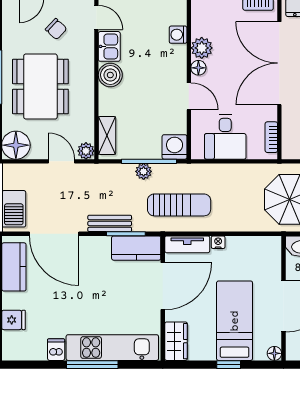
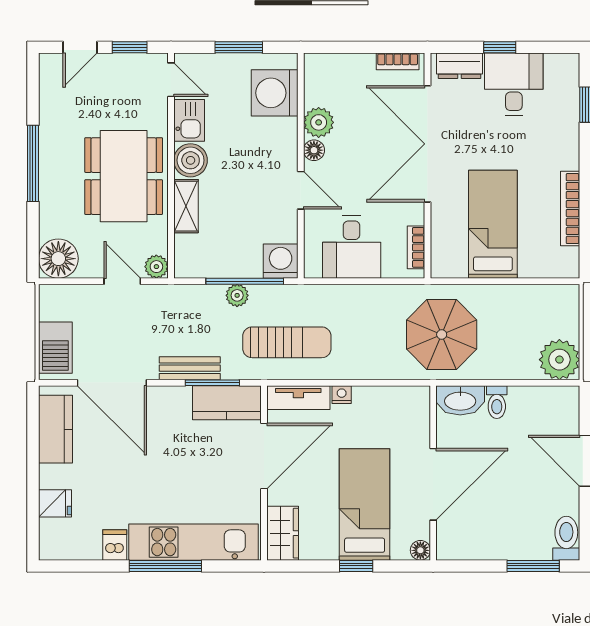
chair: (56, 29) -> (115, 96), removed
washing machine: (178, 35) -> (275, 93), width x1.89, depth x1.89
dining table: (40, 87) -> (124, 176), moved
shelving: (107, 135) -> (186, 206), moved

